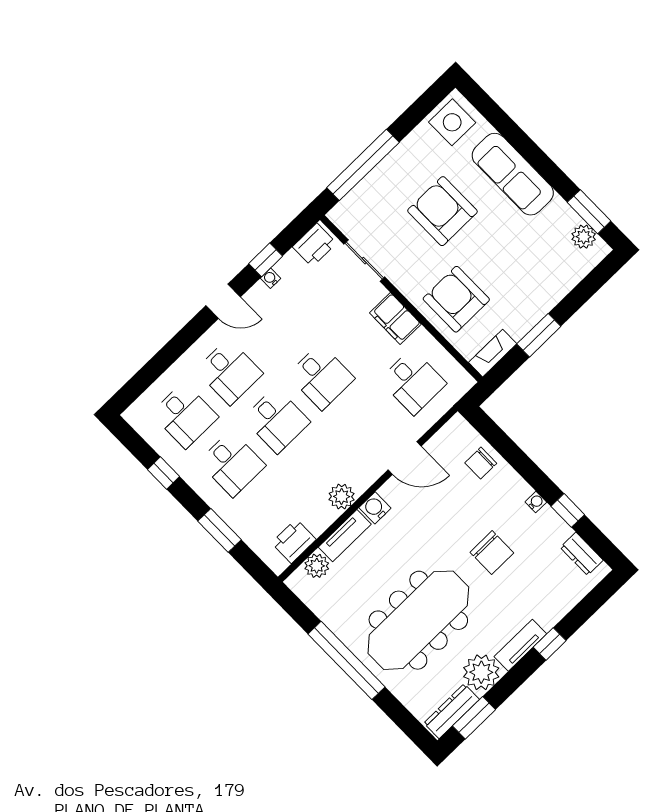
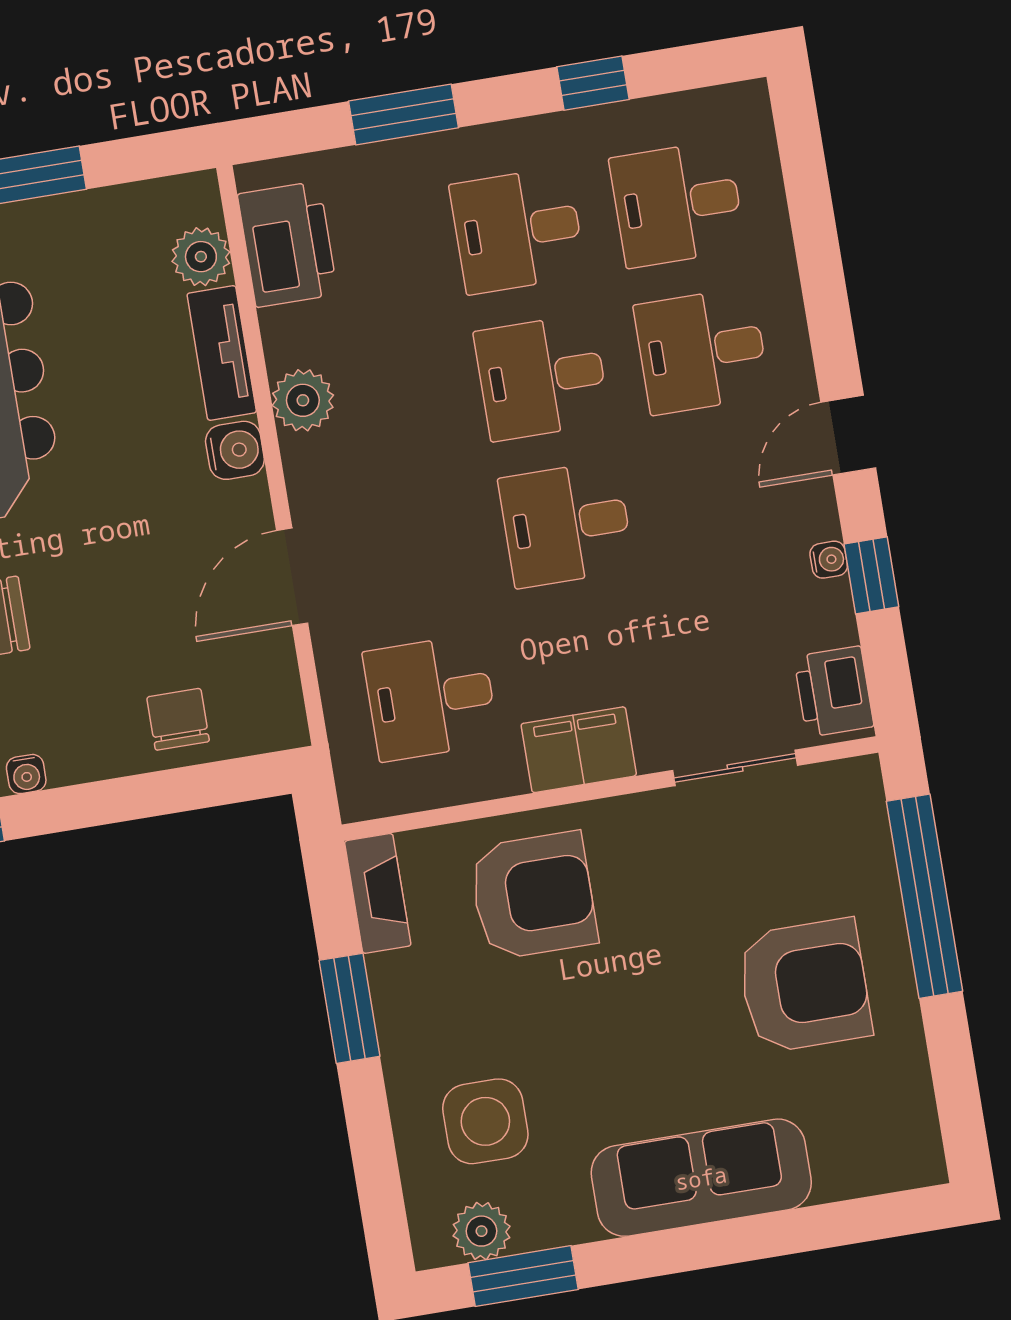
side table: (452, 122) -> (485, 1121), moved
armchair: (442, 211) -> (804, 986), moved
printer: (294, 541) -> (288, 244), width x1.37, depth x1.19

